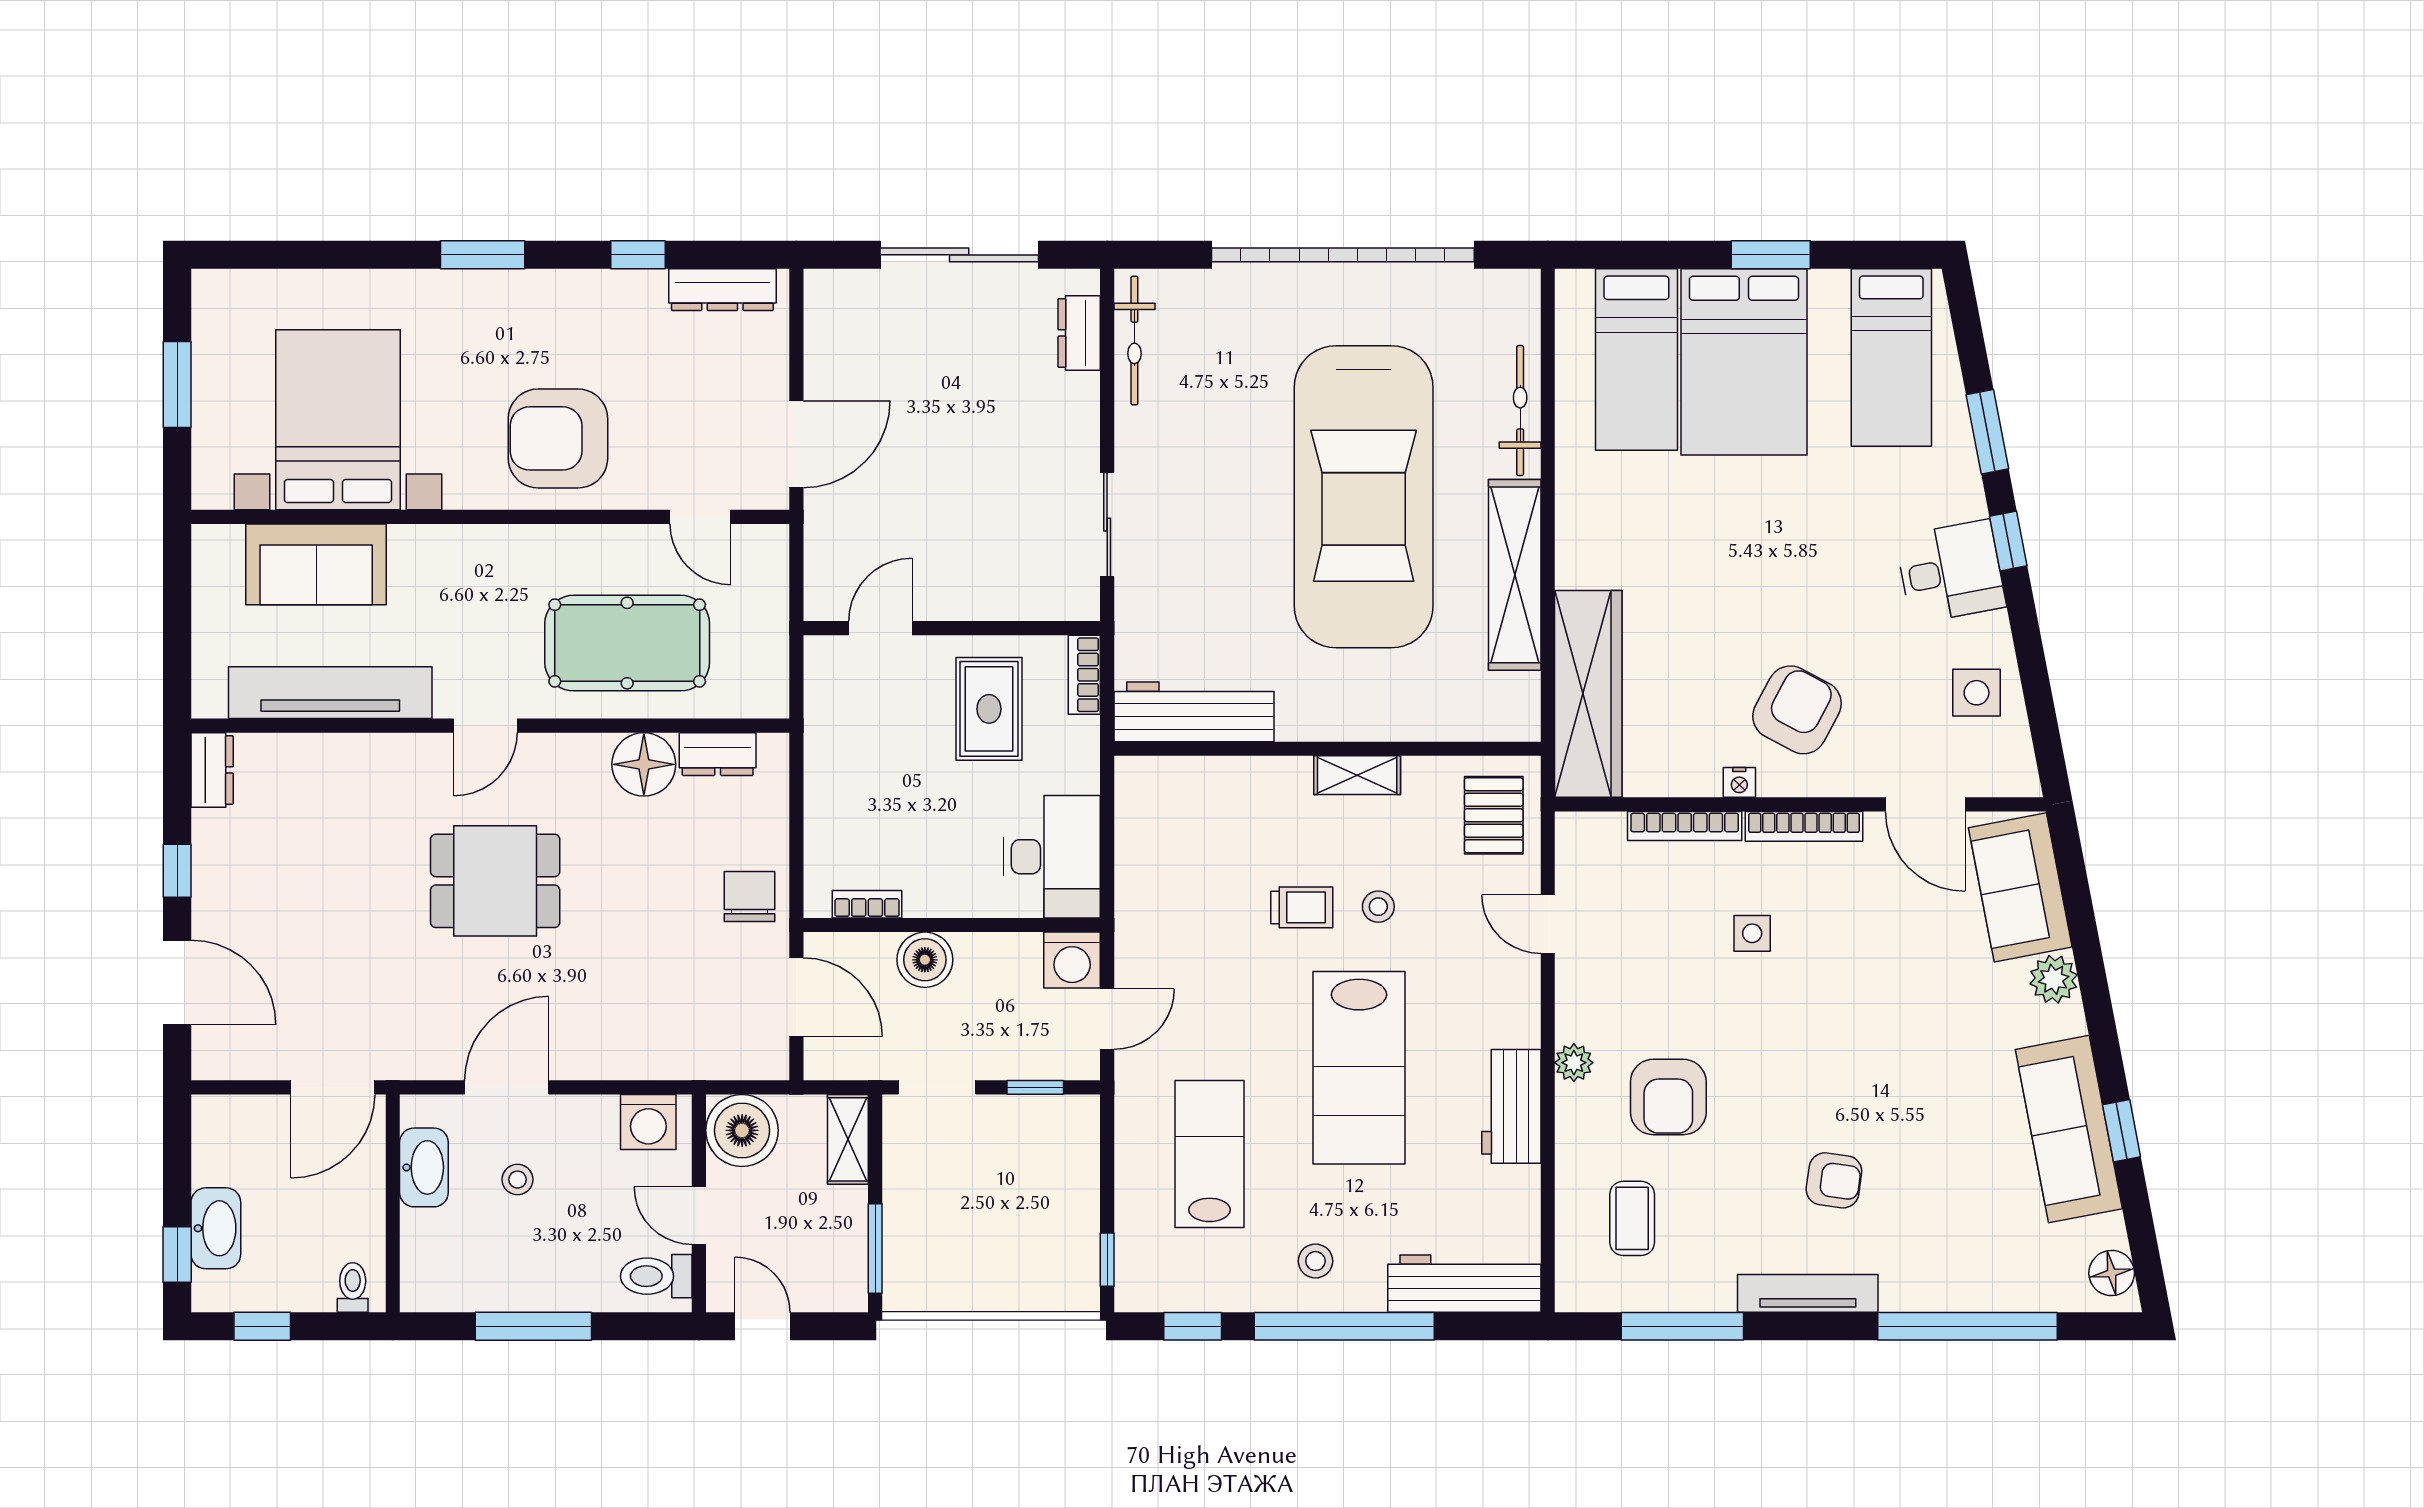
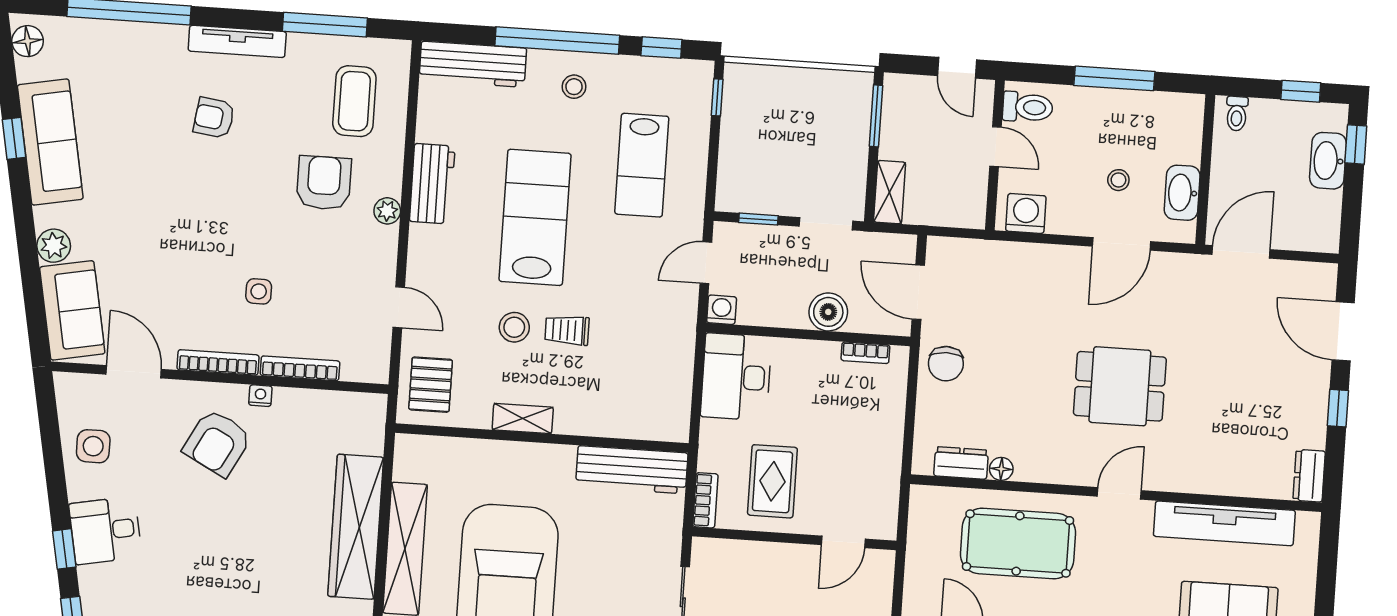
wardrobe: (1588, 694) -> (356, 527), moved
floor lamp: (644, 764) -> (1001, 469), width x0.53, depth x0.53
stool: (1378, 907) -> (514, 327), width x1.37, depth x1.37
washing machine: (1072, 960) -> (722, 310), width x0.73, depth x0.73
boiler: (742, 1130) -> (962, 203), removed
coffee table: (1632, 1218) -> (354, 101), width x1.36, depth x1.30

